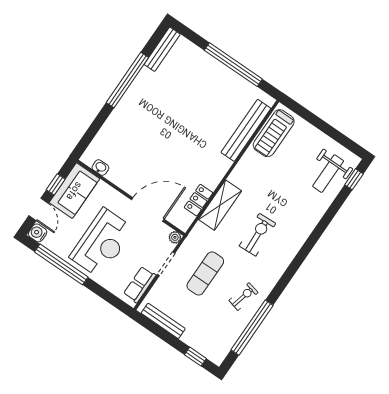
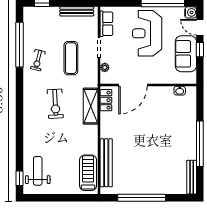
washbasin: (100, 168) -> (180, 91), moved
wall: (131, 198) -> (148, 85), moved
door: (148, 209) -> (133, 85), moved

